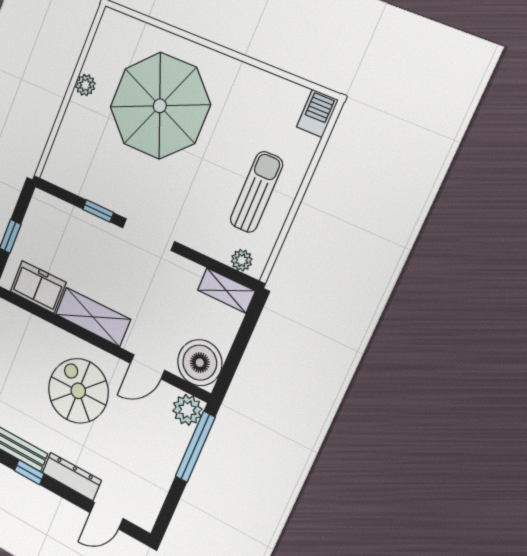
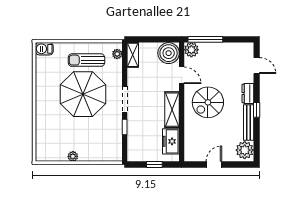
parasol: (160, 106) -> (83, 94), moved
dresser: (72, 477) -> (248, 93), width x0.70

